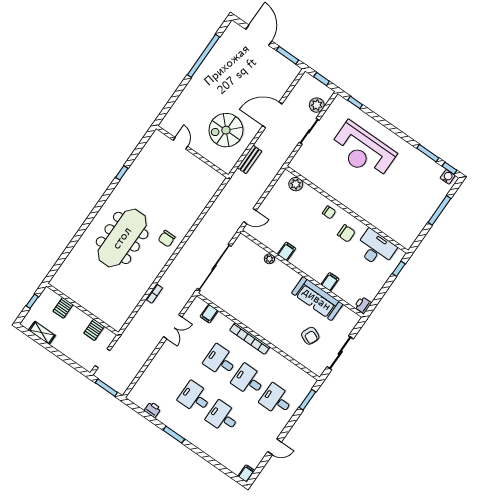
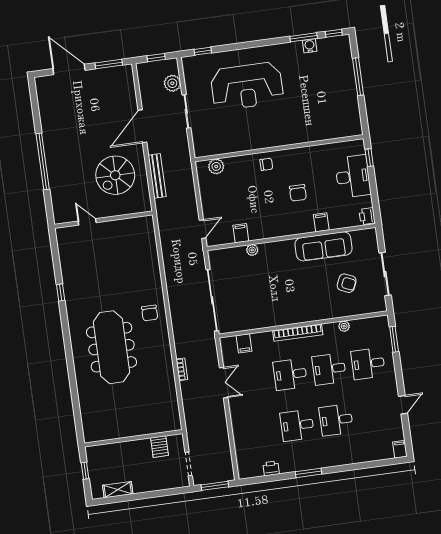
window: (203, 56) -> (43, 161), moved
bench: (249, 159) -> (157, 176), width x1.36
water cooler: (448, 177) -> (310, 46), moved
chair: (346, 233) -> (298, 193), moved, turned 90
desk: (376, 249) -> (353, 176), moved, turned 90
filing cabinet: (287, 251) -> (241, 233), moved
server rack: (63, 308) -> (116, 452), removed
plant: (283, 362) -> (344, 326), added

